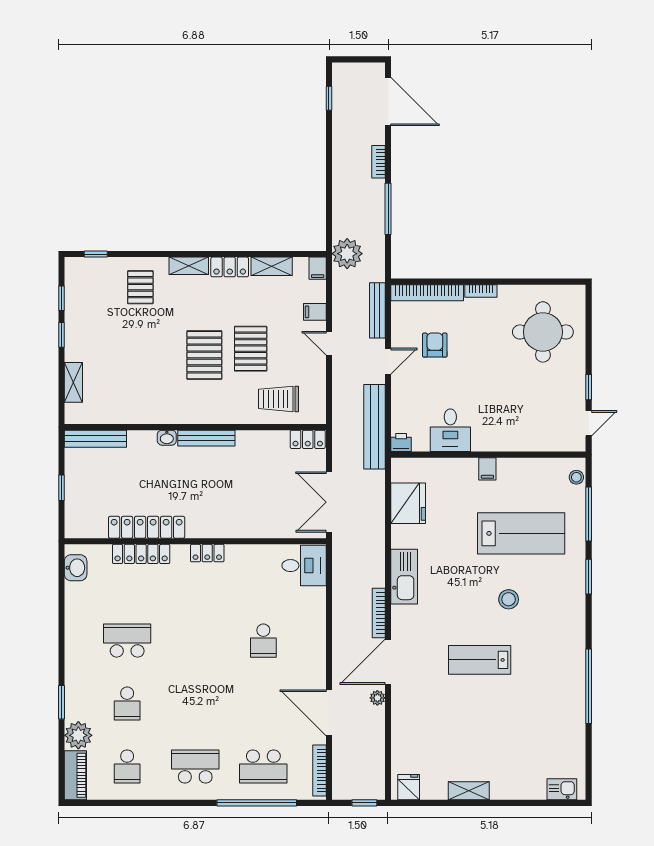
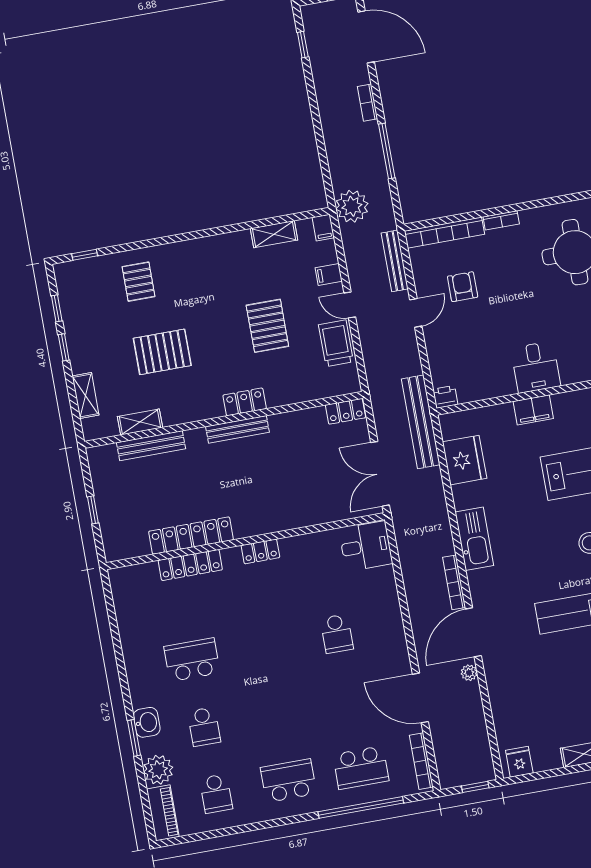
shelving: (189, 266) -> (140, 422), moved
locker: (230, 267) -> (245, 402), moved, turned 180
pallet: (204, 355) -> (162, 352), moved, turned 90
trolley: (279, 399) -> (336, 343), moved, turned 90
bench: (375, 427) -> (421, 422), moved
desk: (450, 430) -> (536, 367), moved
washbasin: (167, 438) -> (195, 436), removed
bench: (95, 439) -> (151, 446), moved
filing cabinet: (487, 469) -> (533, 410), width x2.00
washbasin: (76, 568) -> (147, 722), moved

